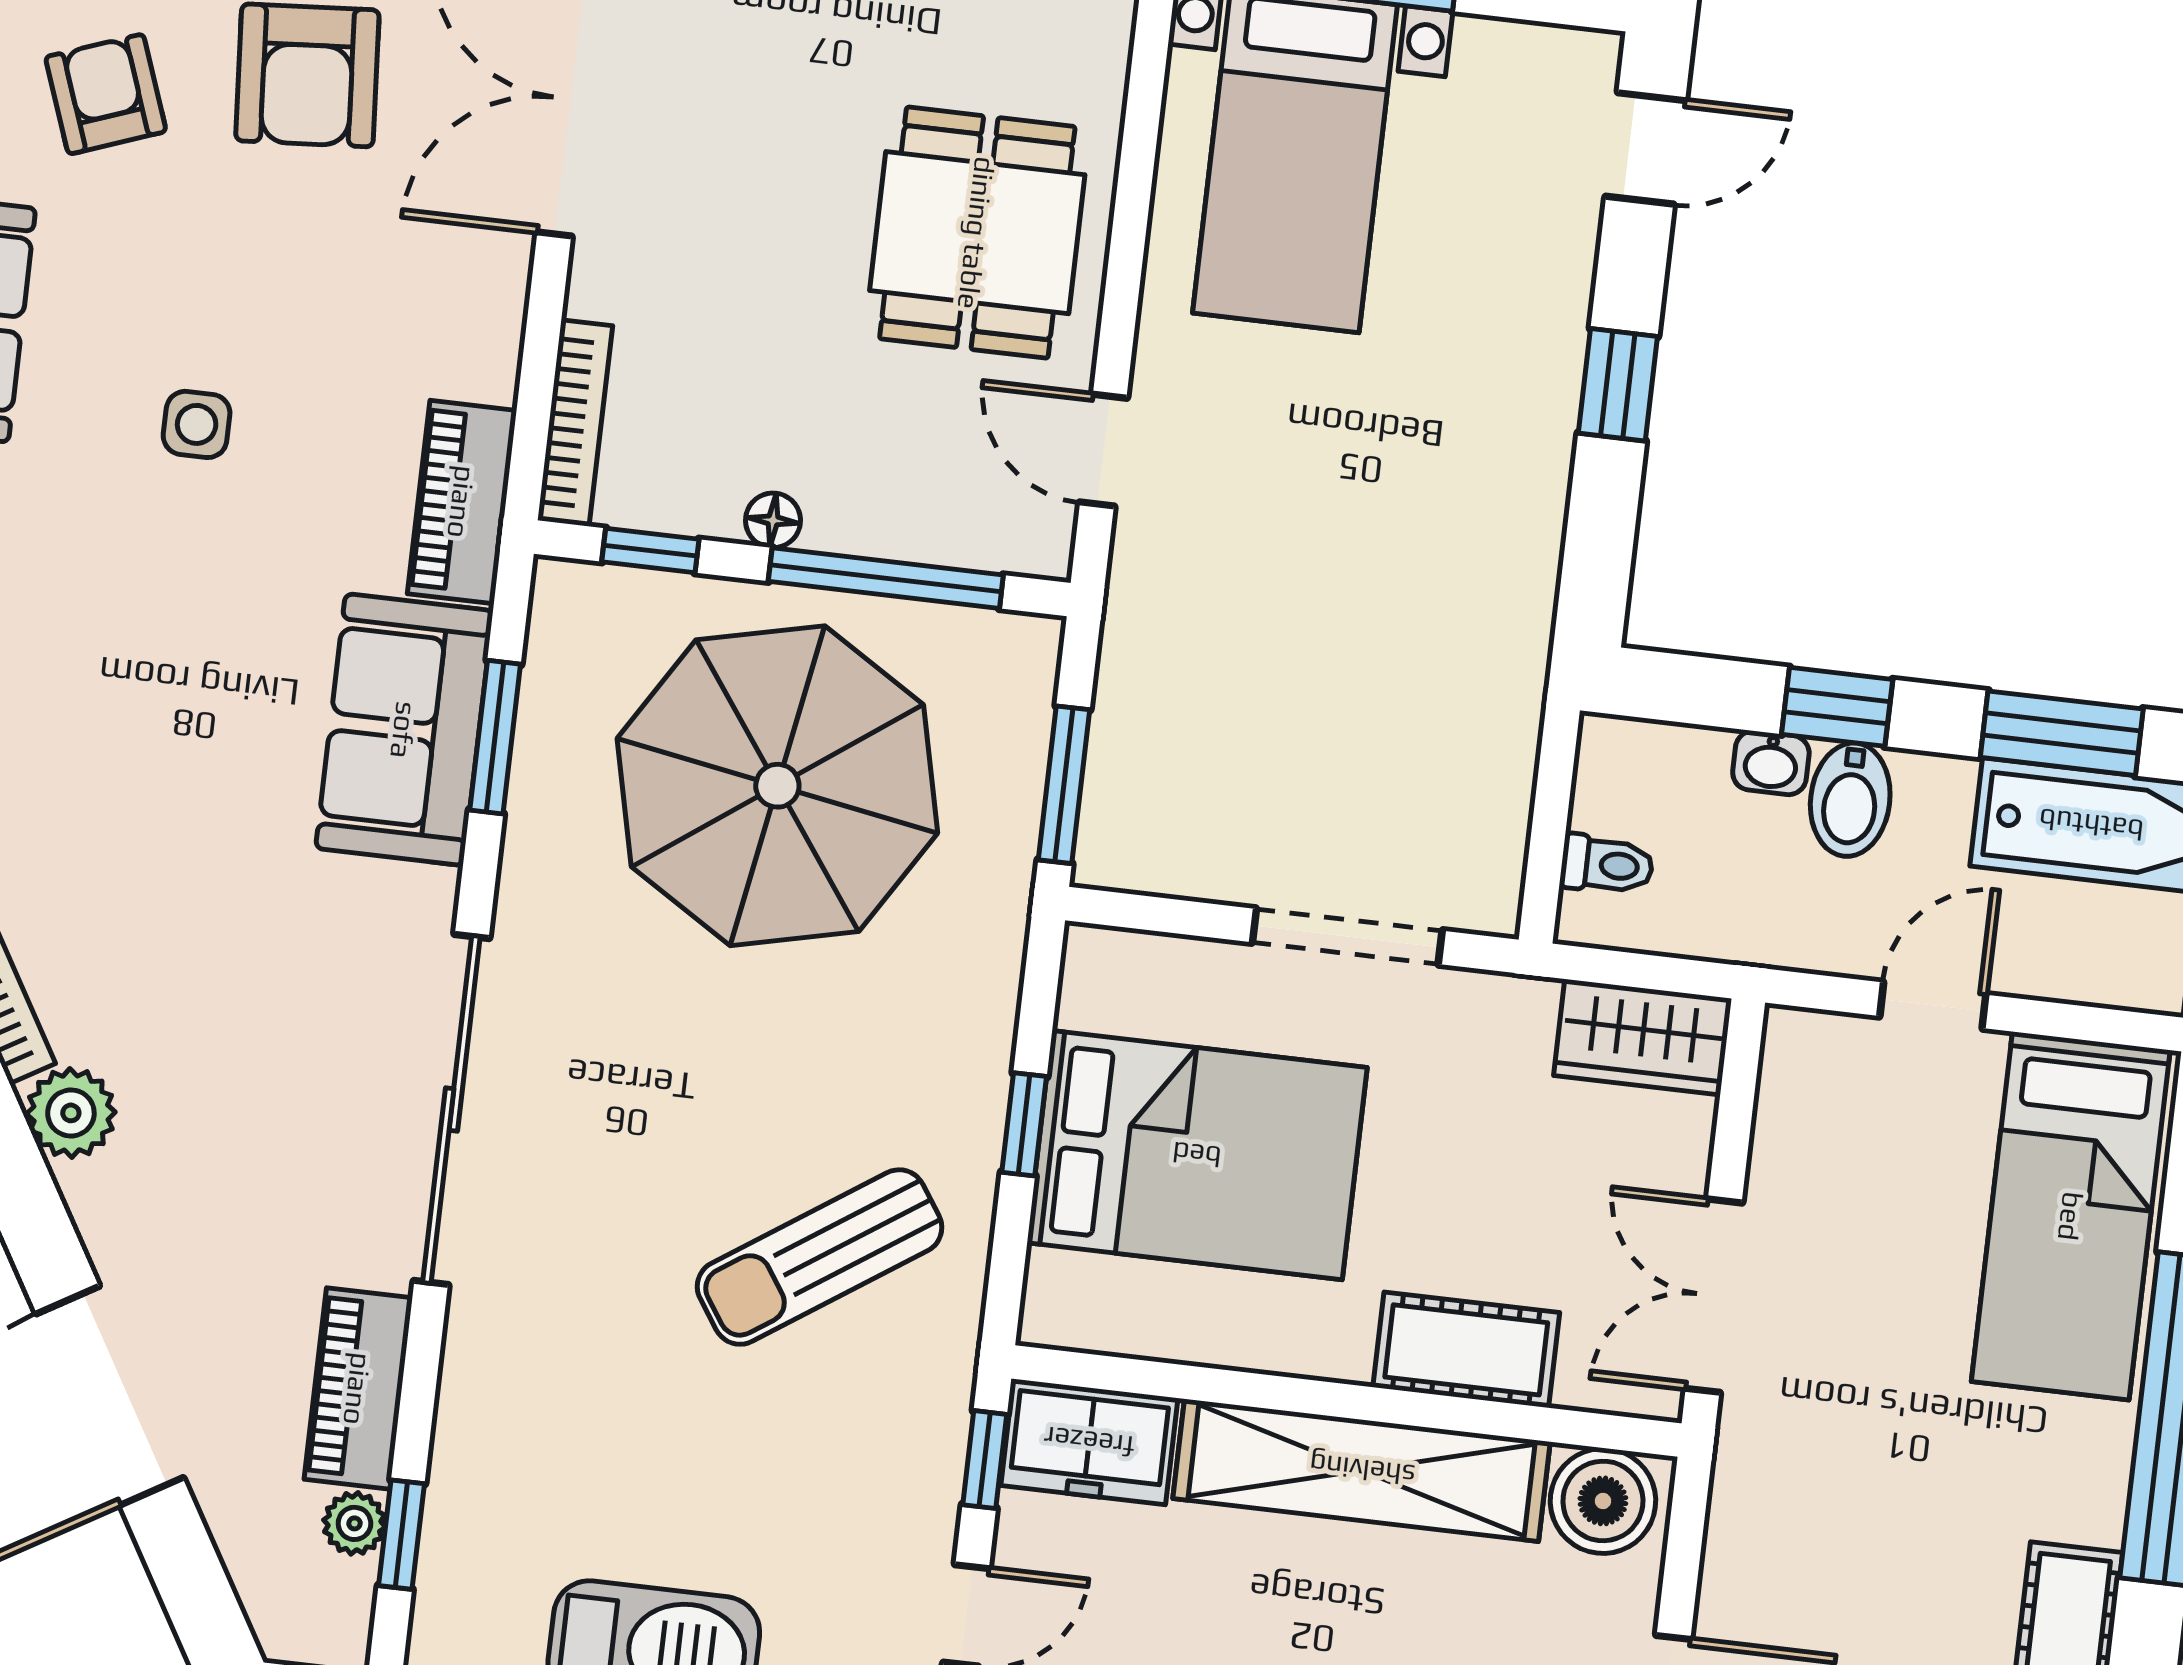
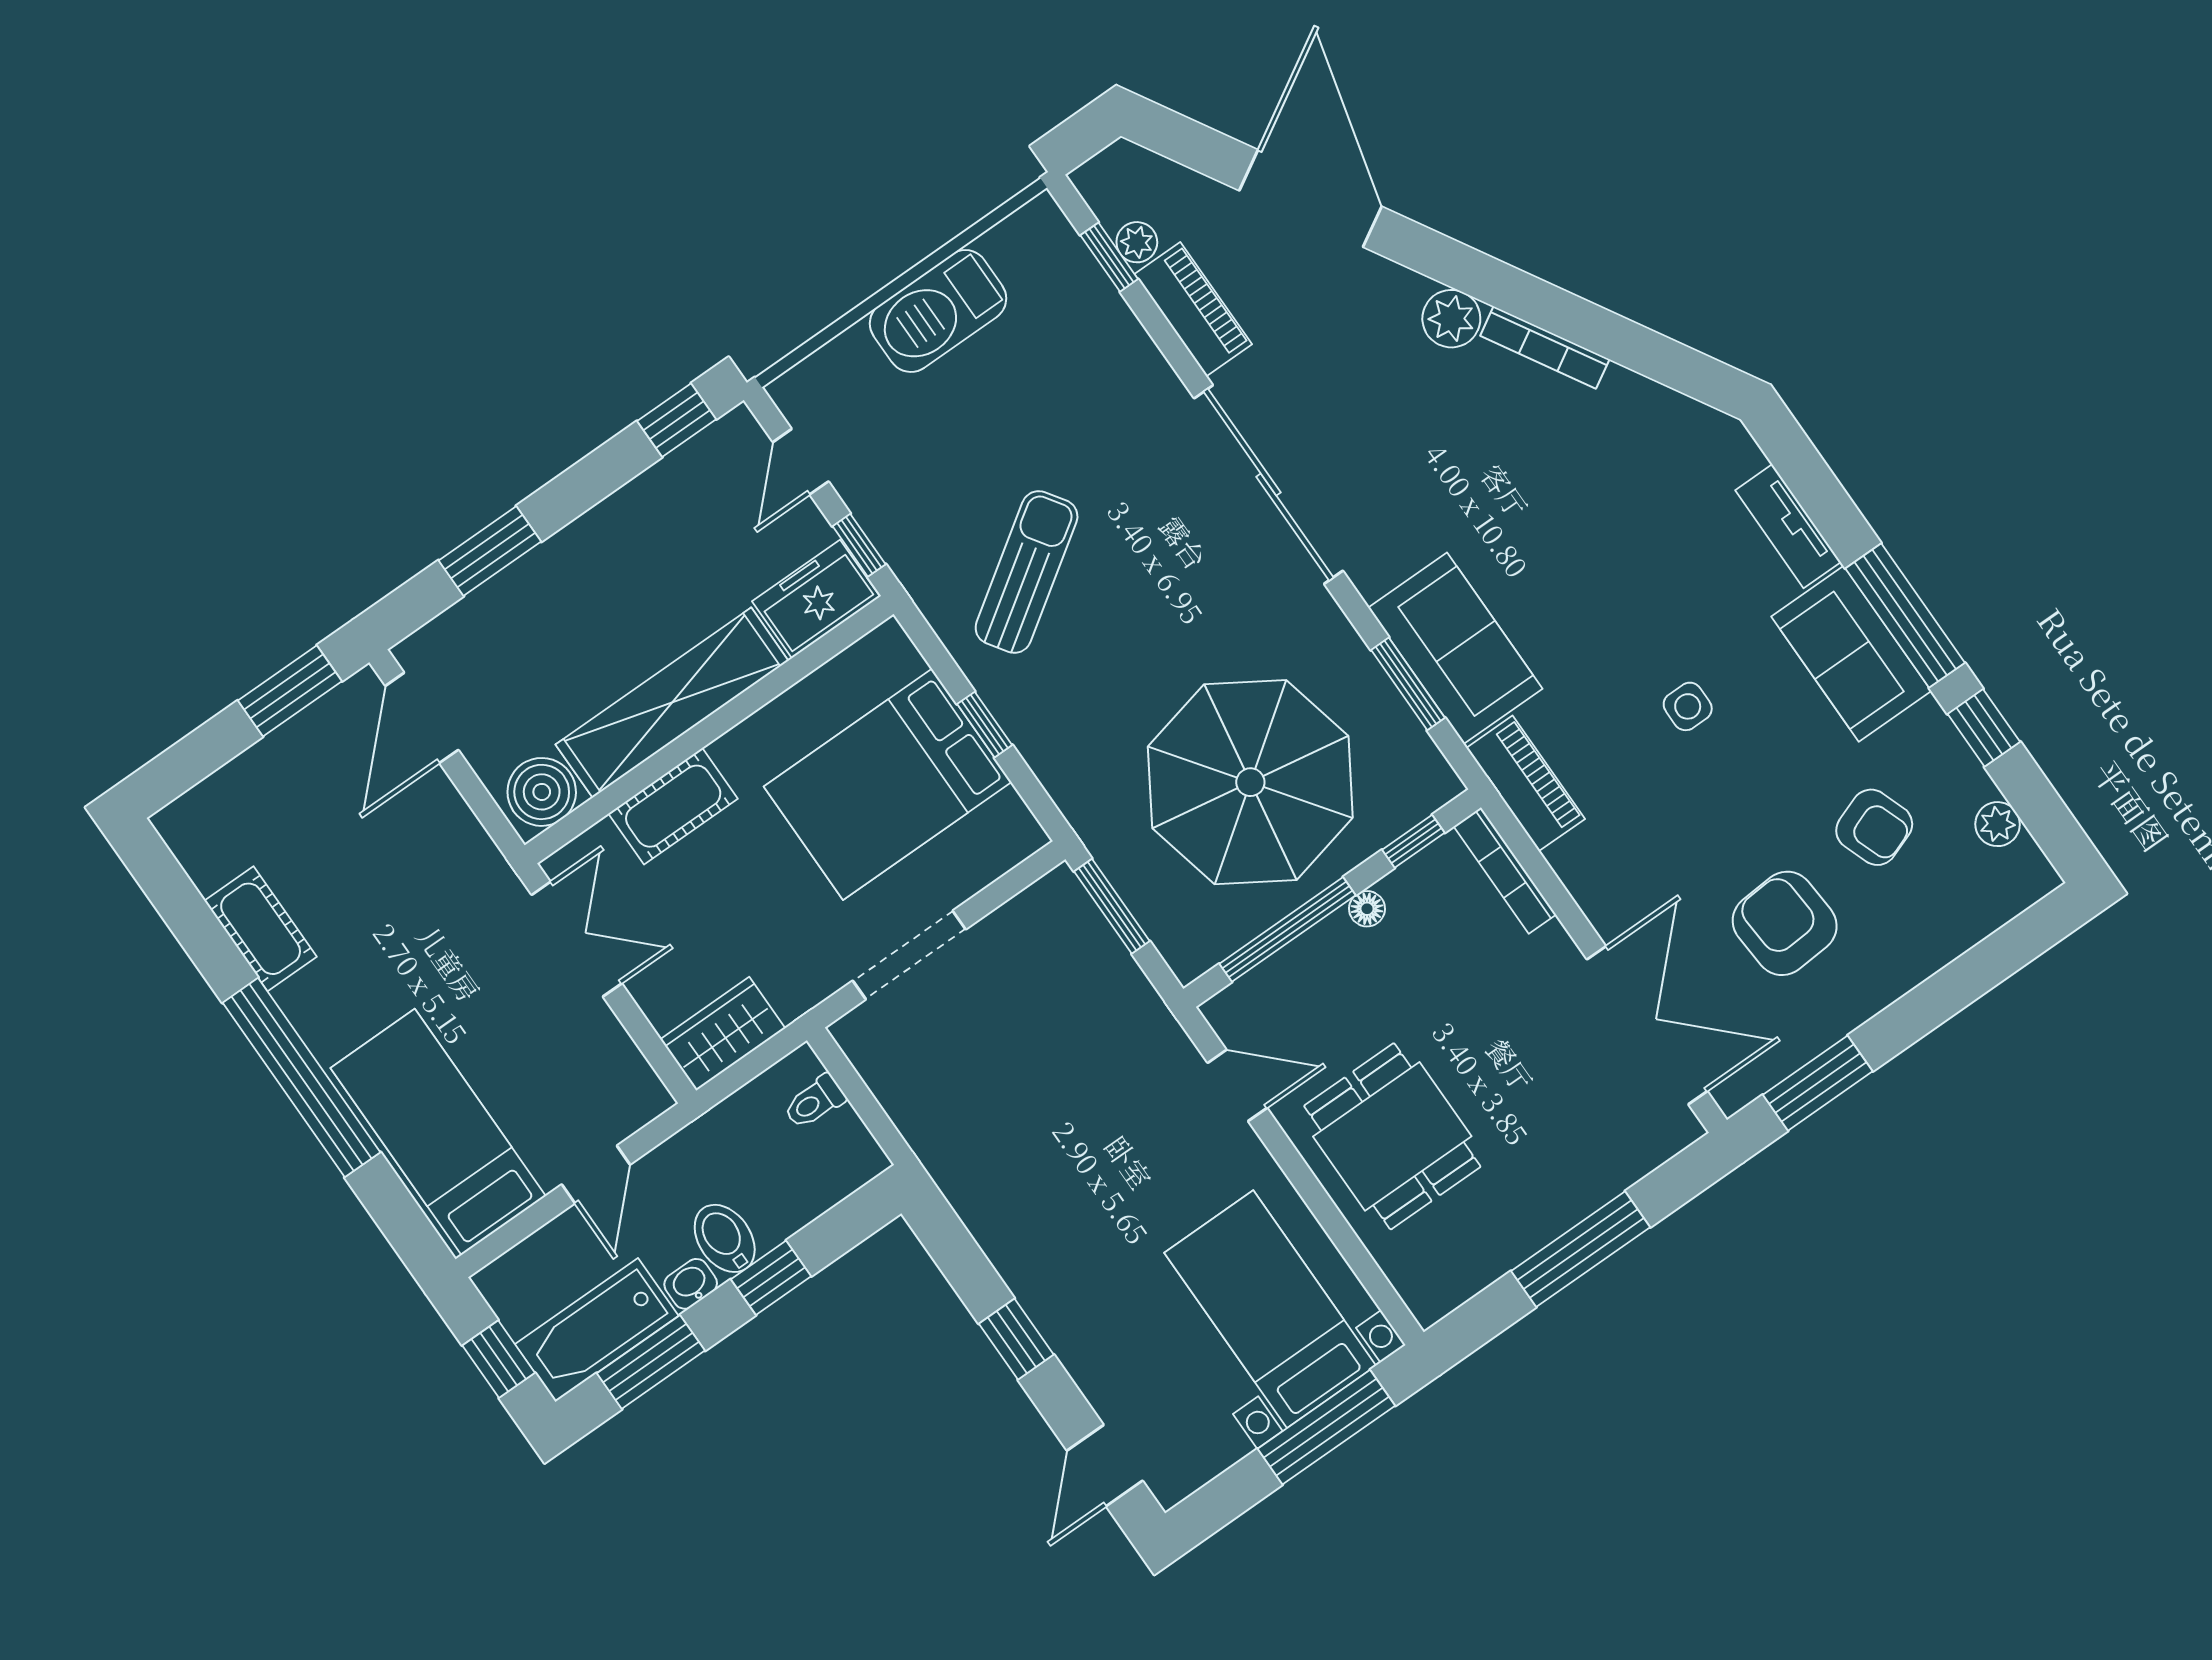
washbasin: (1771, 763) -> (691, 1284), moved

